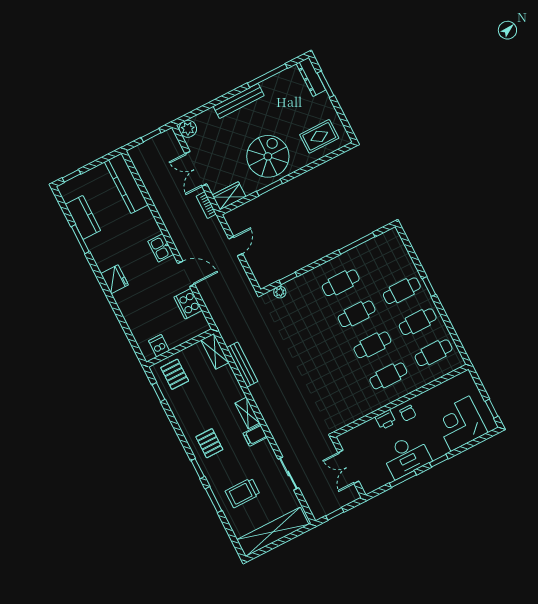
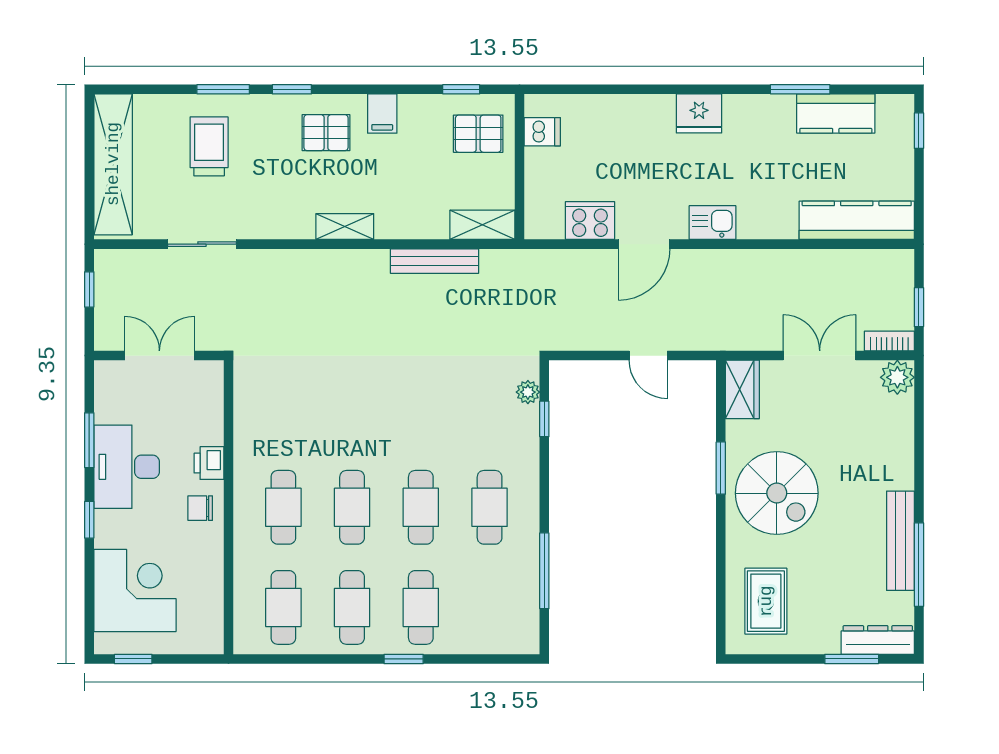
bench: (239, 101) -> (900, 541), moved
bookcase: (206, 205) -> (889, 341), moved
filing cabinet: (255, 435) -> (382, 114), moved, turned 180

